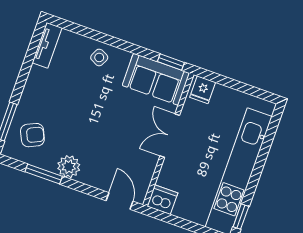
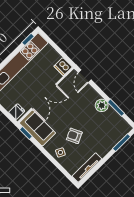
tv unit: (47, 45) -> (87, 168), width x1.41
armchair: (32, 135) -> (74, 136), moved
double door: (170, 136) -> (44, 97), width x1.37

